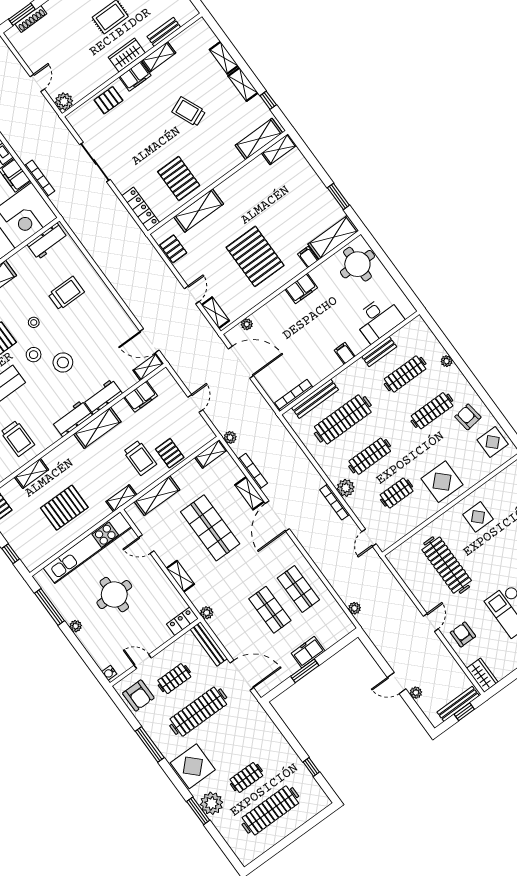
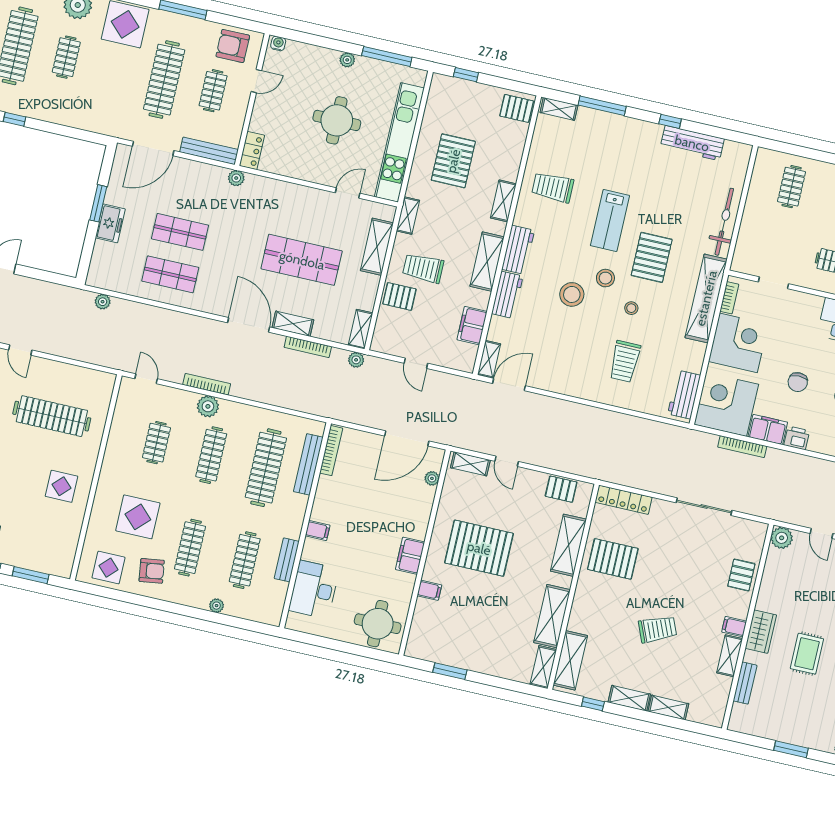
filing cabinet: (135, 76) -> (734, 627), width x0.50
shelving: (333, 237) -> (552, 616), moved
shelving: (32, 473) -> (503, 201), moved
display table: (442, 482) -> (138, 517), moved
shelving: (180, 576) -> (290, 191), removed

